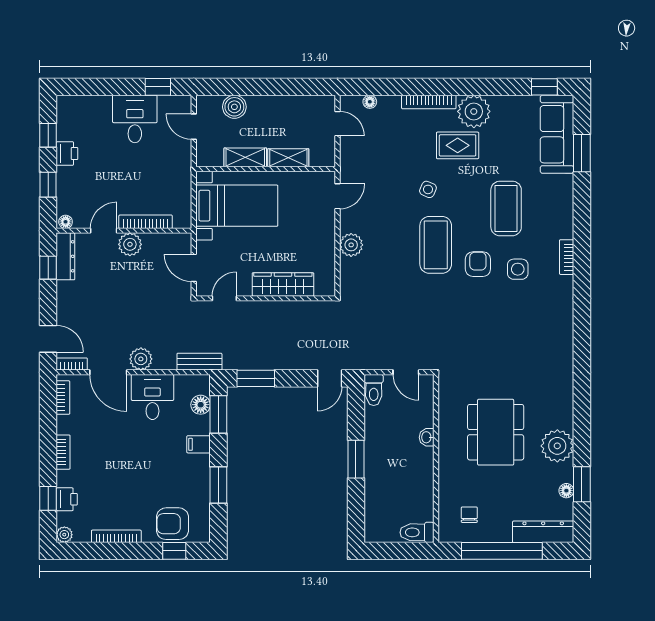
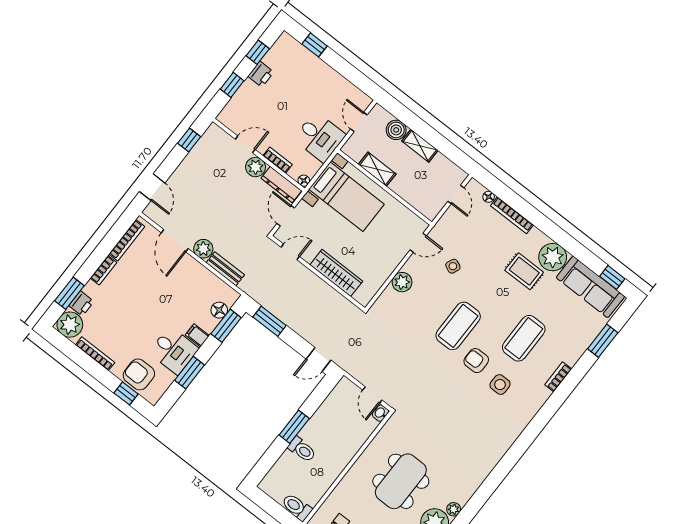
window: (158, 87) -> (315, 45), moved
bookcase: (429, 102) -> (512, 215), moved
desk: (135, 119) -> (320, 137), moved, turned 90
sofa: (557, 134) -> (590, 287), moved, turned -90
shelving: (288, 158) -> (420, 146), moved
side table: (428, 189) -> (453, 266), moved
floor lamp: (66, 222) -> (304, 181), moved
bookcase: (146, 222) -> (278, 160), width x0.64
dresser: (65, 256) -> (281, 185), moved, turned 90
bookcase: (567, 257) -> (558, 377), moved
armchair: (478, 264) -> (476, 361), turned -90
bench: (199, 362) -> (225, 269), moved
bookcase: (72, 364) -> (155, 216), removed
toilet: (374, 390) -> (302, 449), moved, turned -90
desk: (152, 397) -> (174, 350), moved, turned 90
bookcase: (63, 398) -> (127, 240), width x1.56
plant: (565, 420) -> (454, 509), added
washbasin: (427, 437) -> (380, 413), moved
window: (48, 498) -> (69, 293), width x1.50
plant: (64, 535) -> (70, 325), width x1.87, depth x1.87

